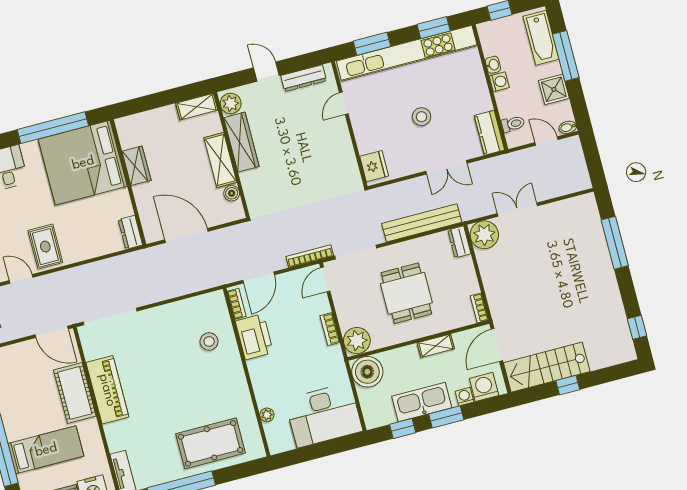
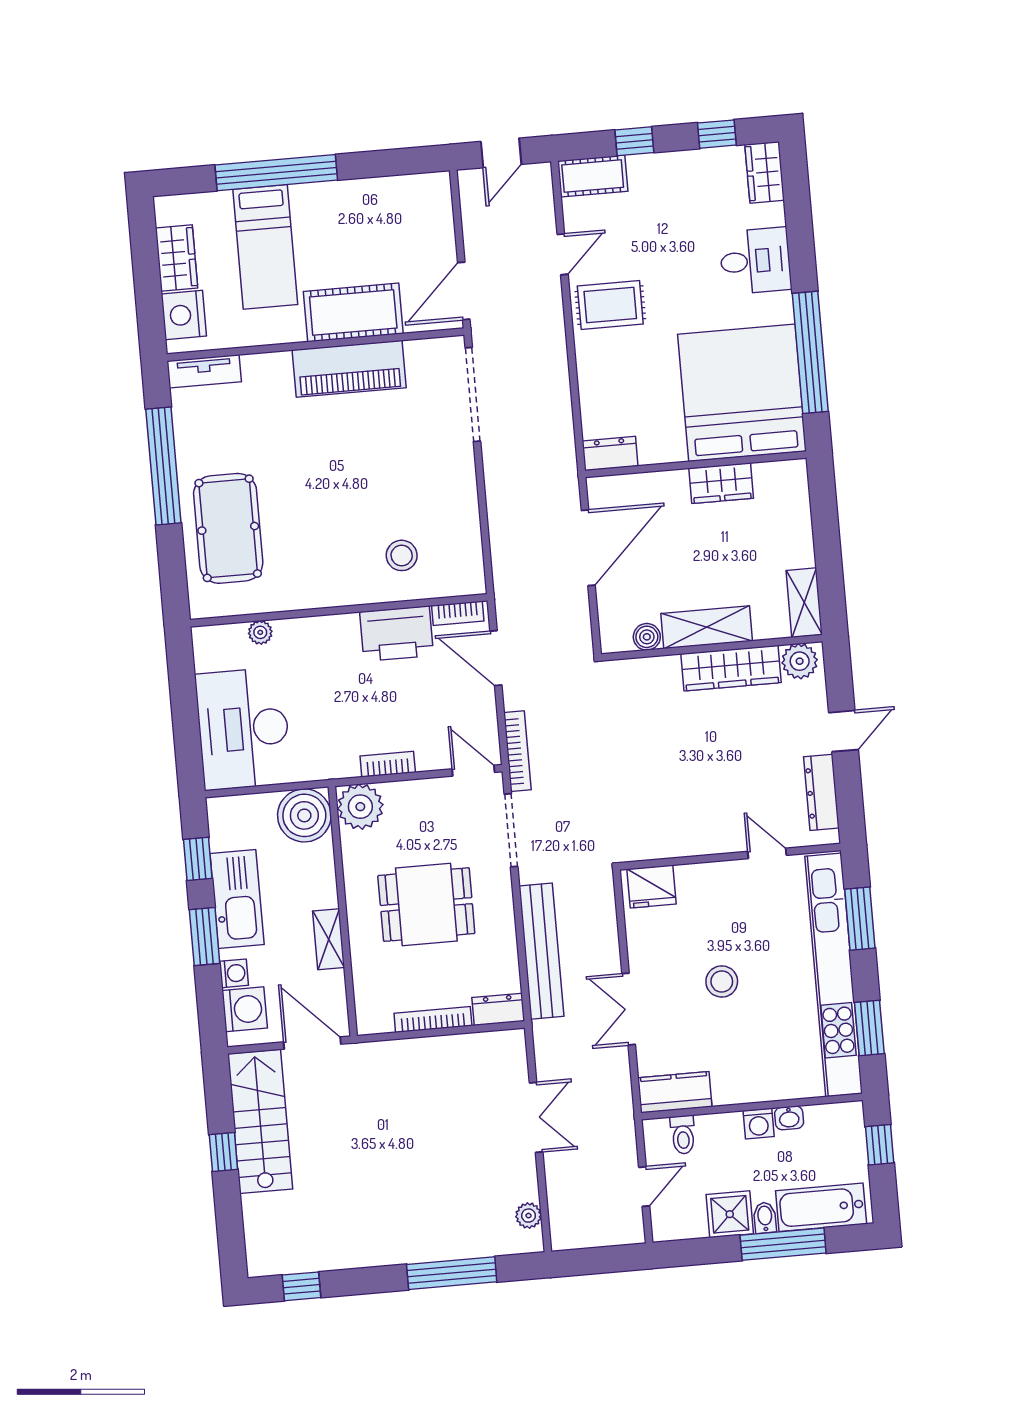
bidet: (568, 127) -> (765, 1218), moved
plant: (484, 235) -> (529, 1216), moved, width x0.53, depth x0.53
bookcase: (479, 308) -> (433, 1019), moved, width x1.56

